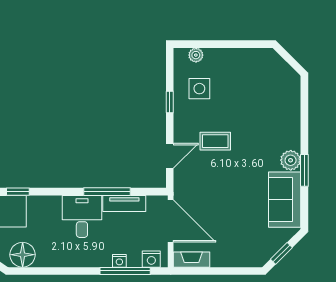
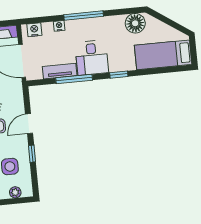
door: (170, 156) -> (29, 124), moved
window: (18, 192) -> (119, 75), moved
window: (125, 271) -> (84, 16), moved

